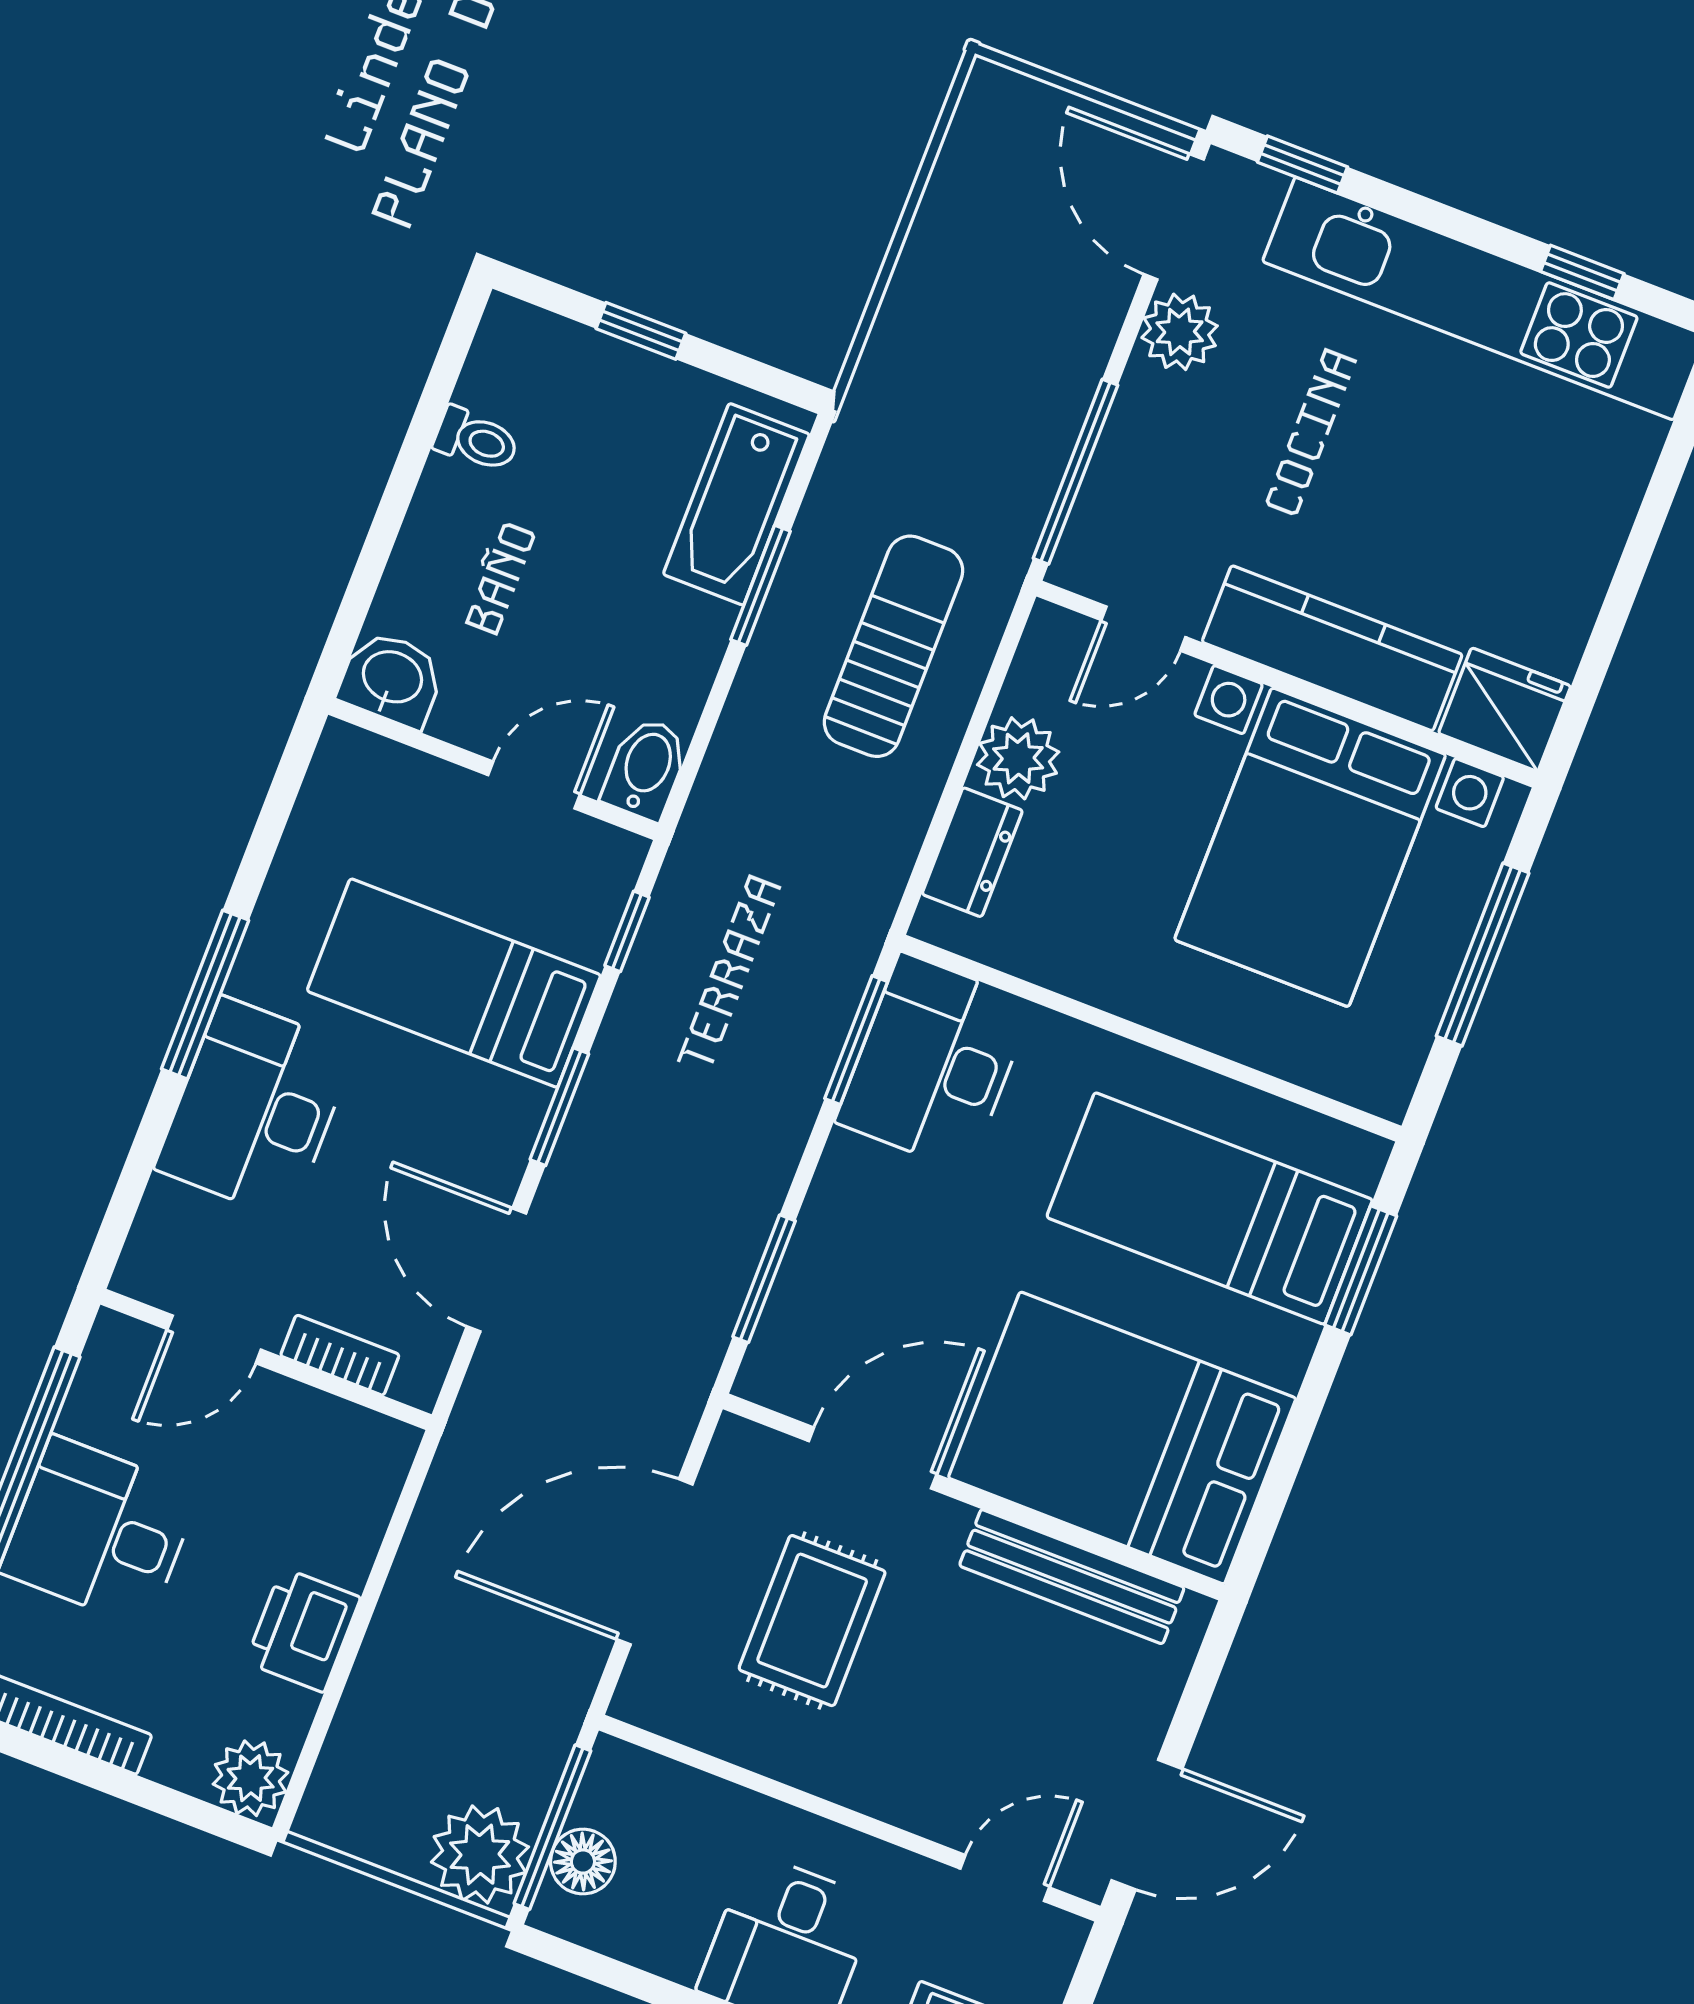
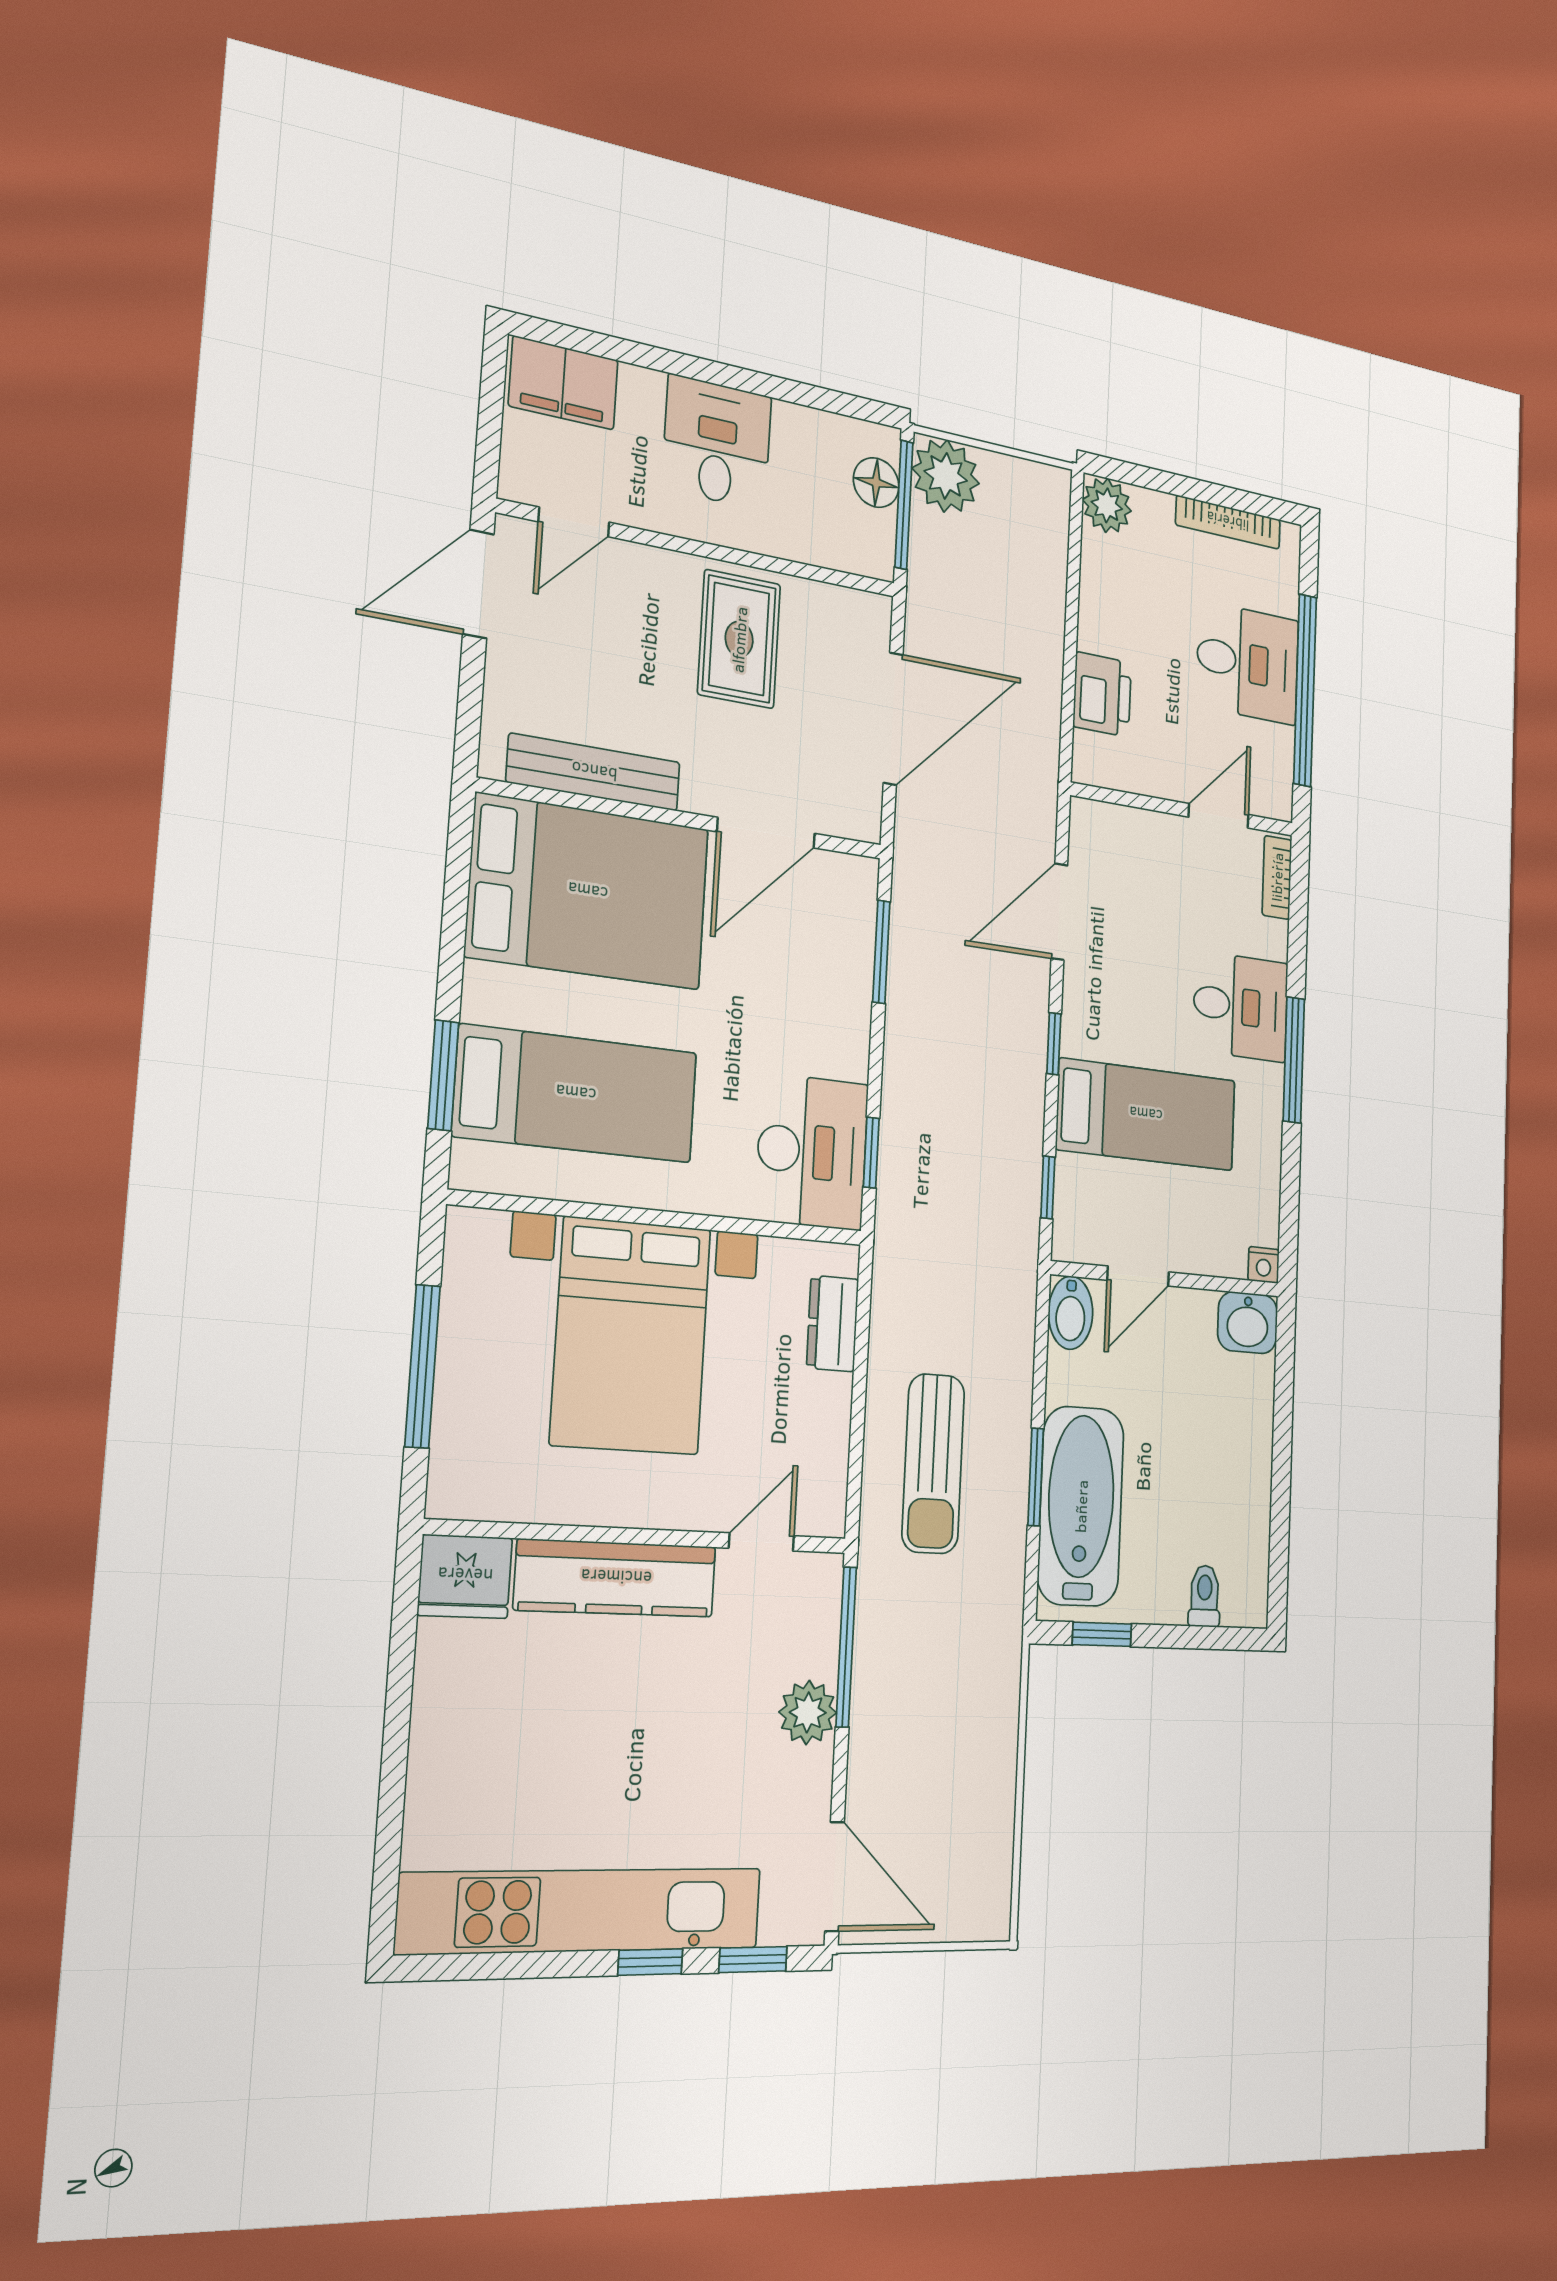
window: (1582, 272) -> (650, 1962), moved
window: (641, 331) -> (1102, 1634), moved
plant: (1180, 332) -> (808, 1712), moved
toilet: (476, 440) -> (1205, 1596), moved, turned 90
bathtub: (736, 504) -> (1081, 1506), width x1.36, depth x1.36
nightstand: (342, 745) -> (1264, 1265), added
plant: (1018, 758) -> (821, 1408), removed
bed with nightstands: (1310, 847) -> (631, 1336), moved, turned 180
window: (856, 1040) -> (871, 1153), width x0.67
window: (559, 1107) -> (1054, 1044), width x0.67
desk: (255, 1108) -> (1241, 1006), width x0.73
door: (496, 1270) -> (1059, 912), swing flipped
bookcase: (340, 1355) -> (1277, 877), moved, turned 90
rug: (812, 1621) -> (739, 639), moved
printer: (303, 1630) -> (1102, 695), moved

